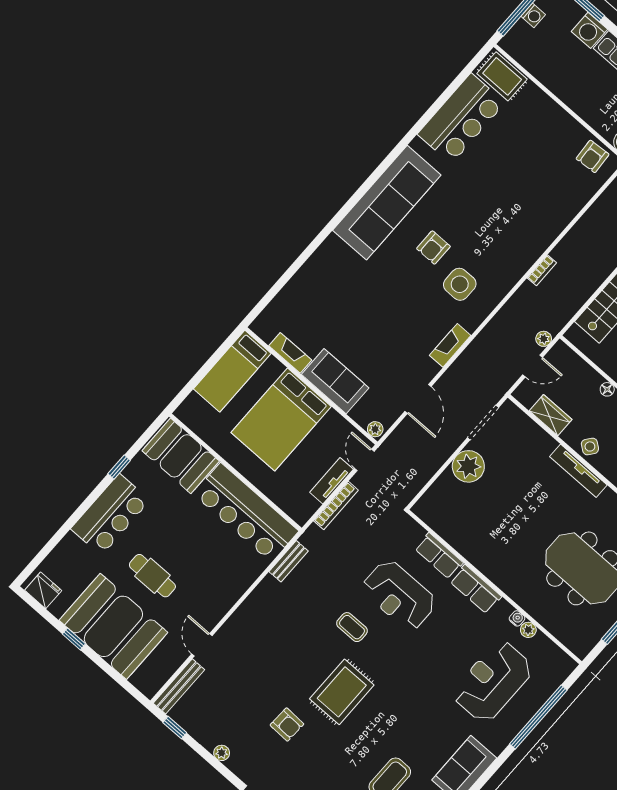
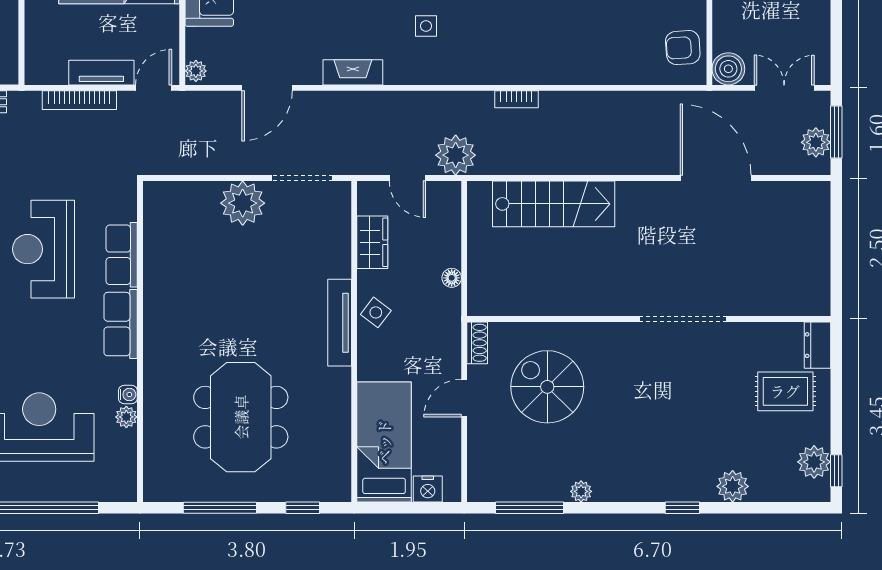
side table: (460, 284) -> (426, 26), width x0.54, depth x0.54
plant: (544, 339) -> (456, 155), width x1.88, depth x1.88

